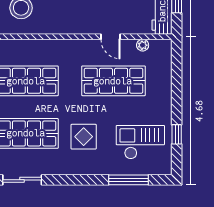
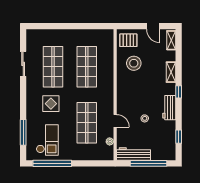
door: (111, 37) -> (115, 121), swing flipped
window: (177, 134) -> (52, 163), width x3.17

